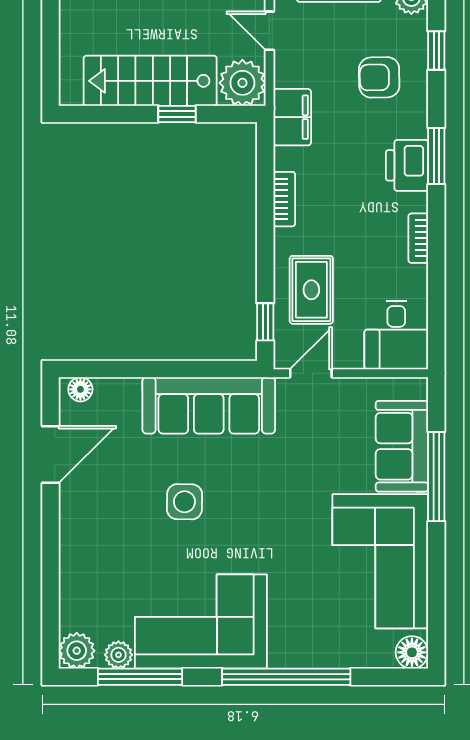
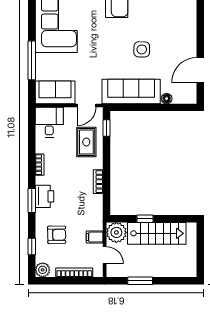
filing cabinet: (292, 117) -> (95, 237), moved, width x0.50
floor lamp: (80, 389) -> (167, 99), moved
sofa: (402, 446) -> (55, 92), moved, turned -90

